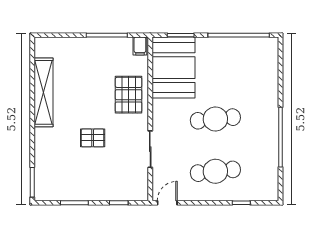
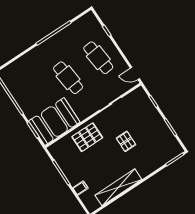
filing cabinet: (140, 46) -> (80, 188), moved

